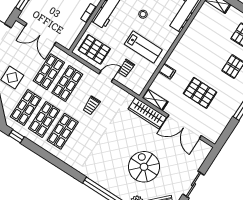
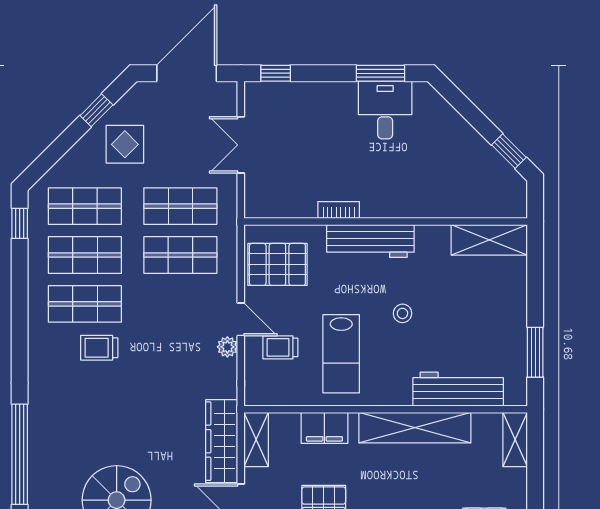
double door: (41, 34) -> (241, 145), width x0.73
shelving: (189, 37) -> (415, 428), added
pallet: (94, 49) -> (277, 264), turned 90
filing cabinet: (167, 71) -> (324, 428), width x2.00
plant: (113, 88) -> (227, 347), added
trolley: (91, 105) -> (99, 348), moved

